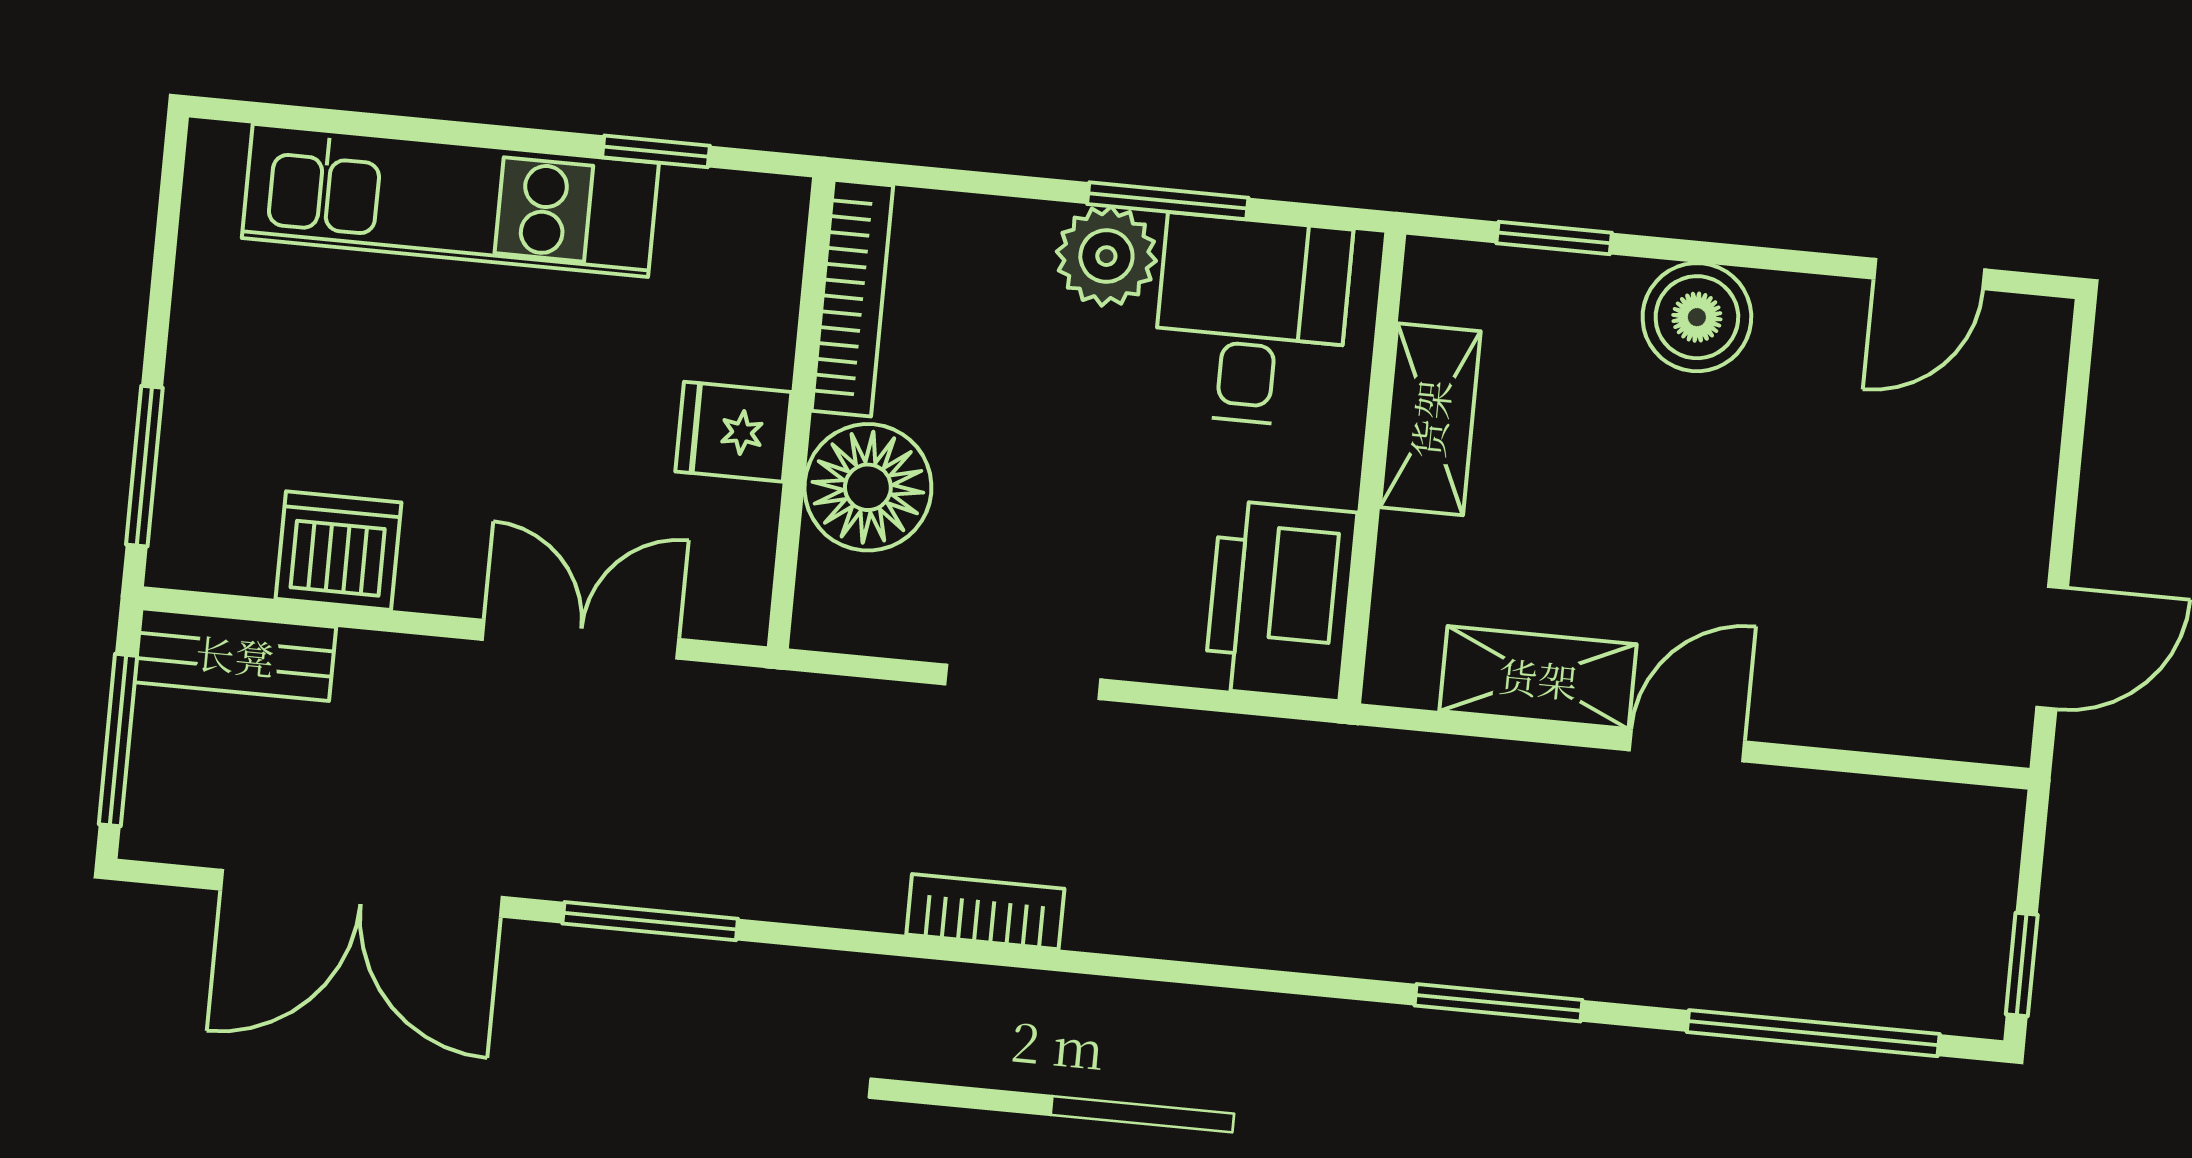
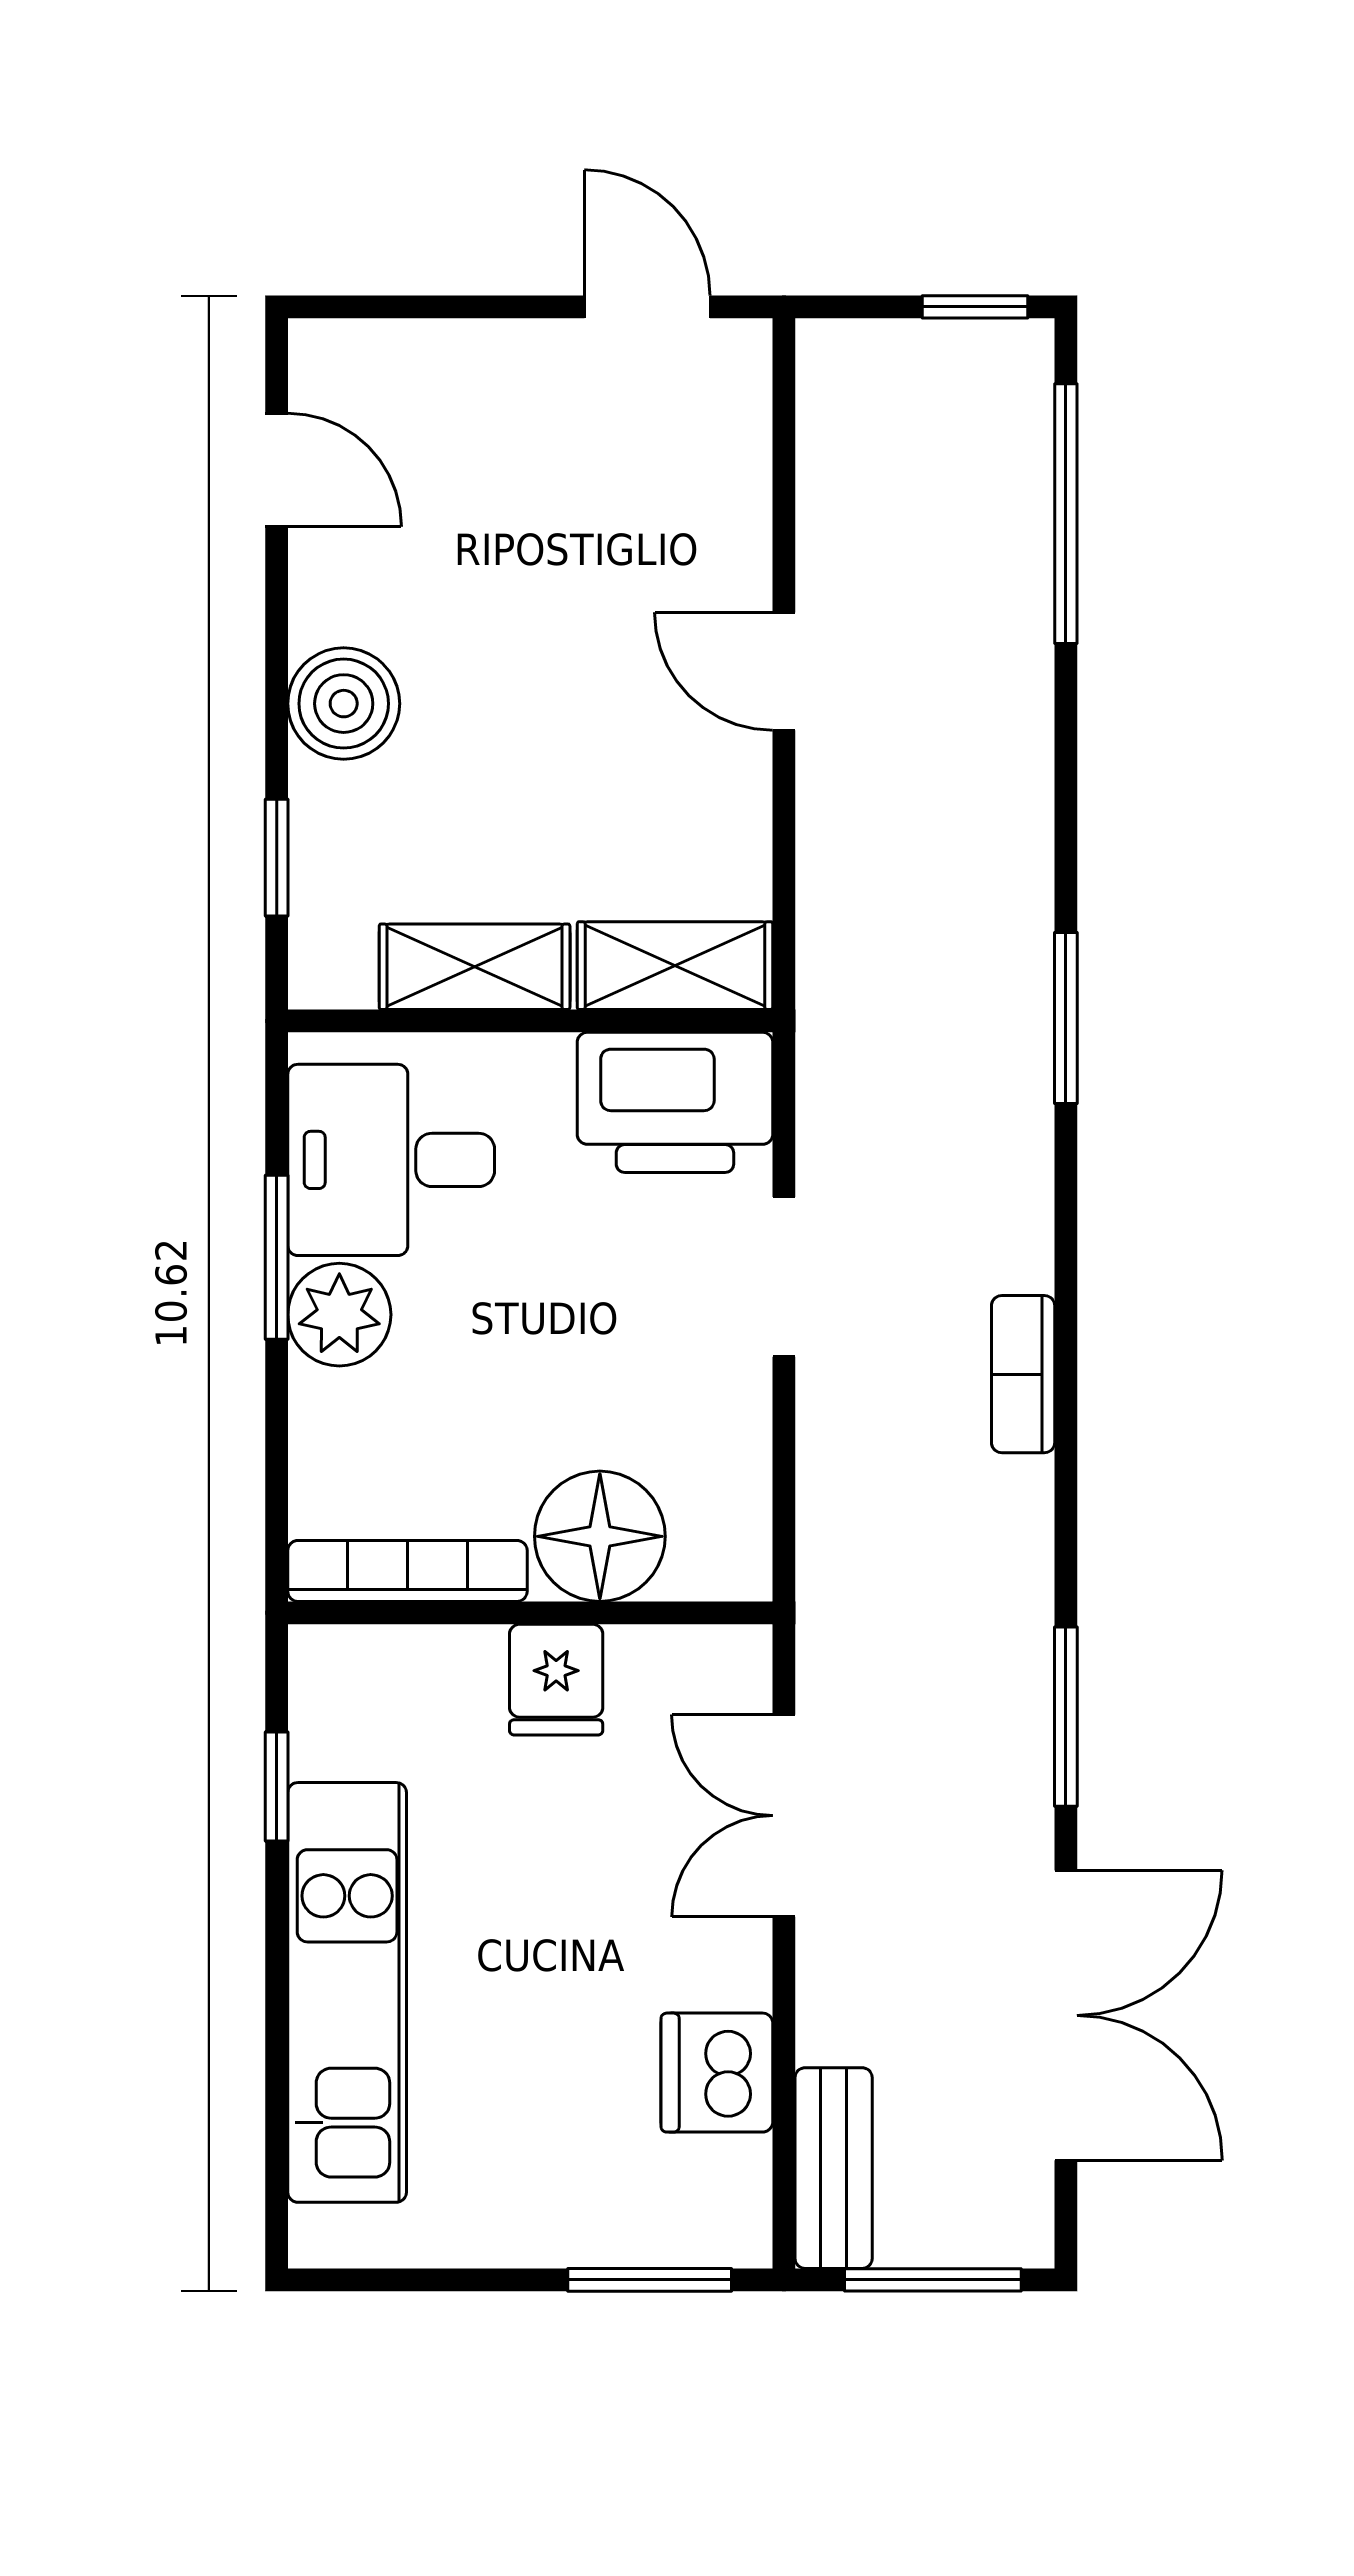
shelving: (1538, 678) -> (675, 966), moved, turned 90
doorway: (1023, 682) -> (784, 1277), moved
window: (1498, 1003) -> (1066, 1018), moved

